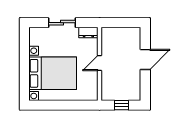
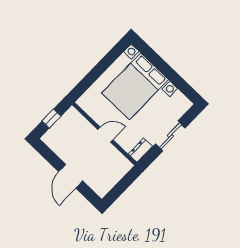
door: (100, 63) -> (105, 135), hinge flipped

